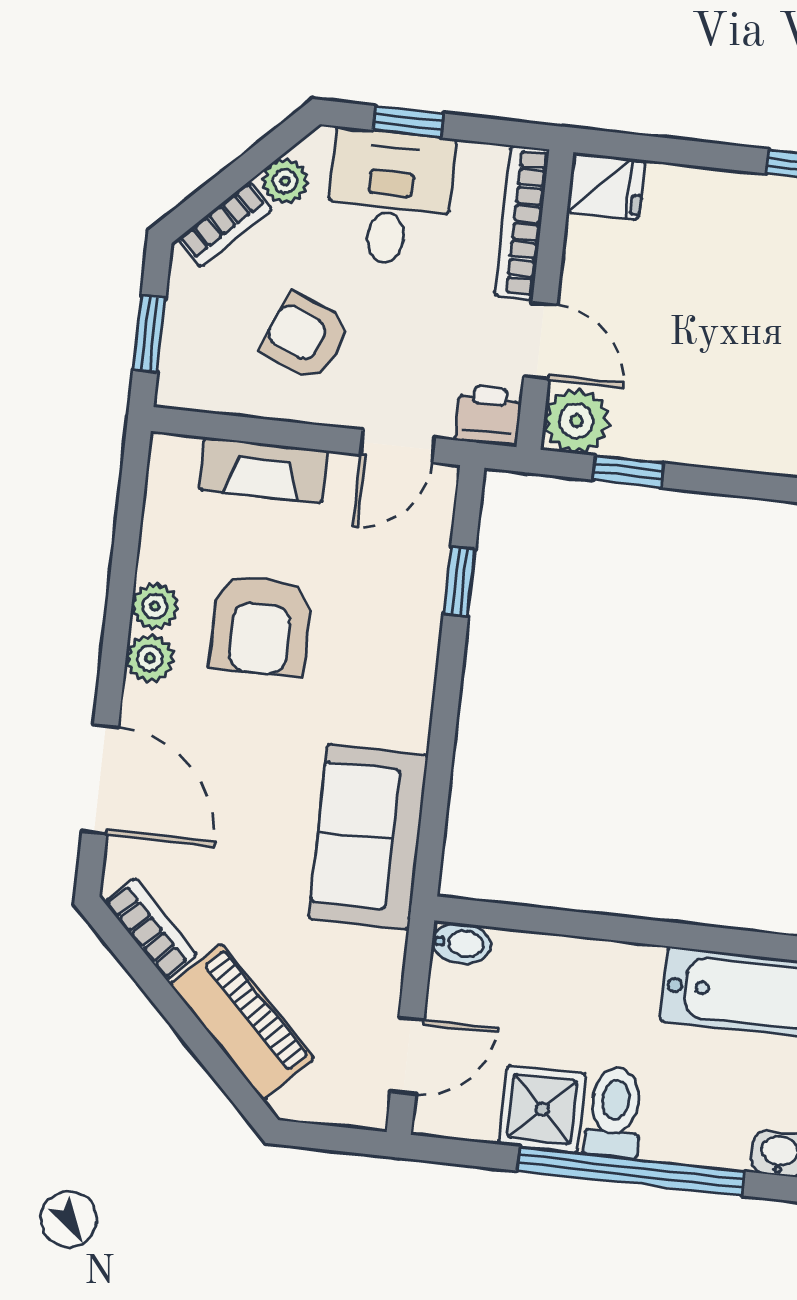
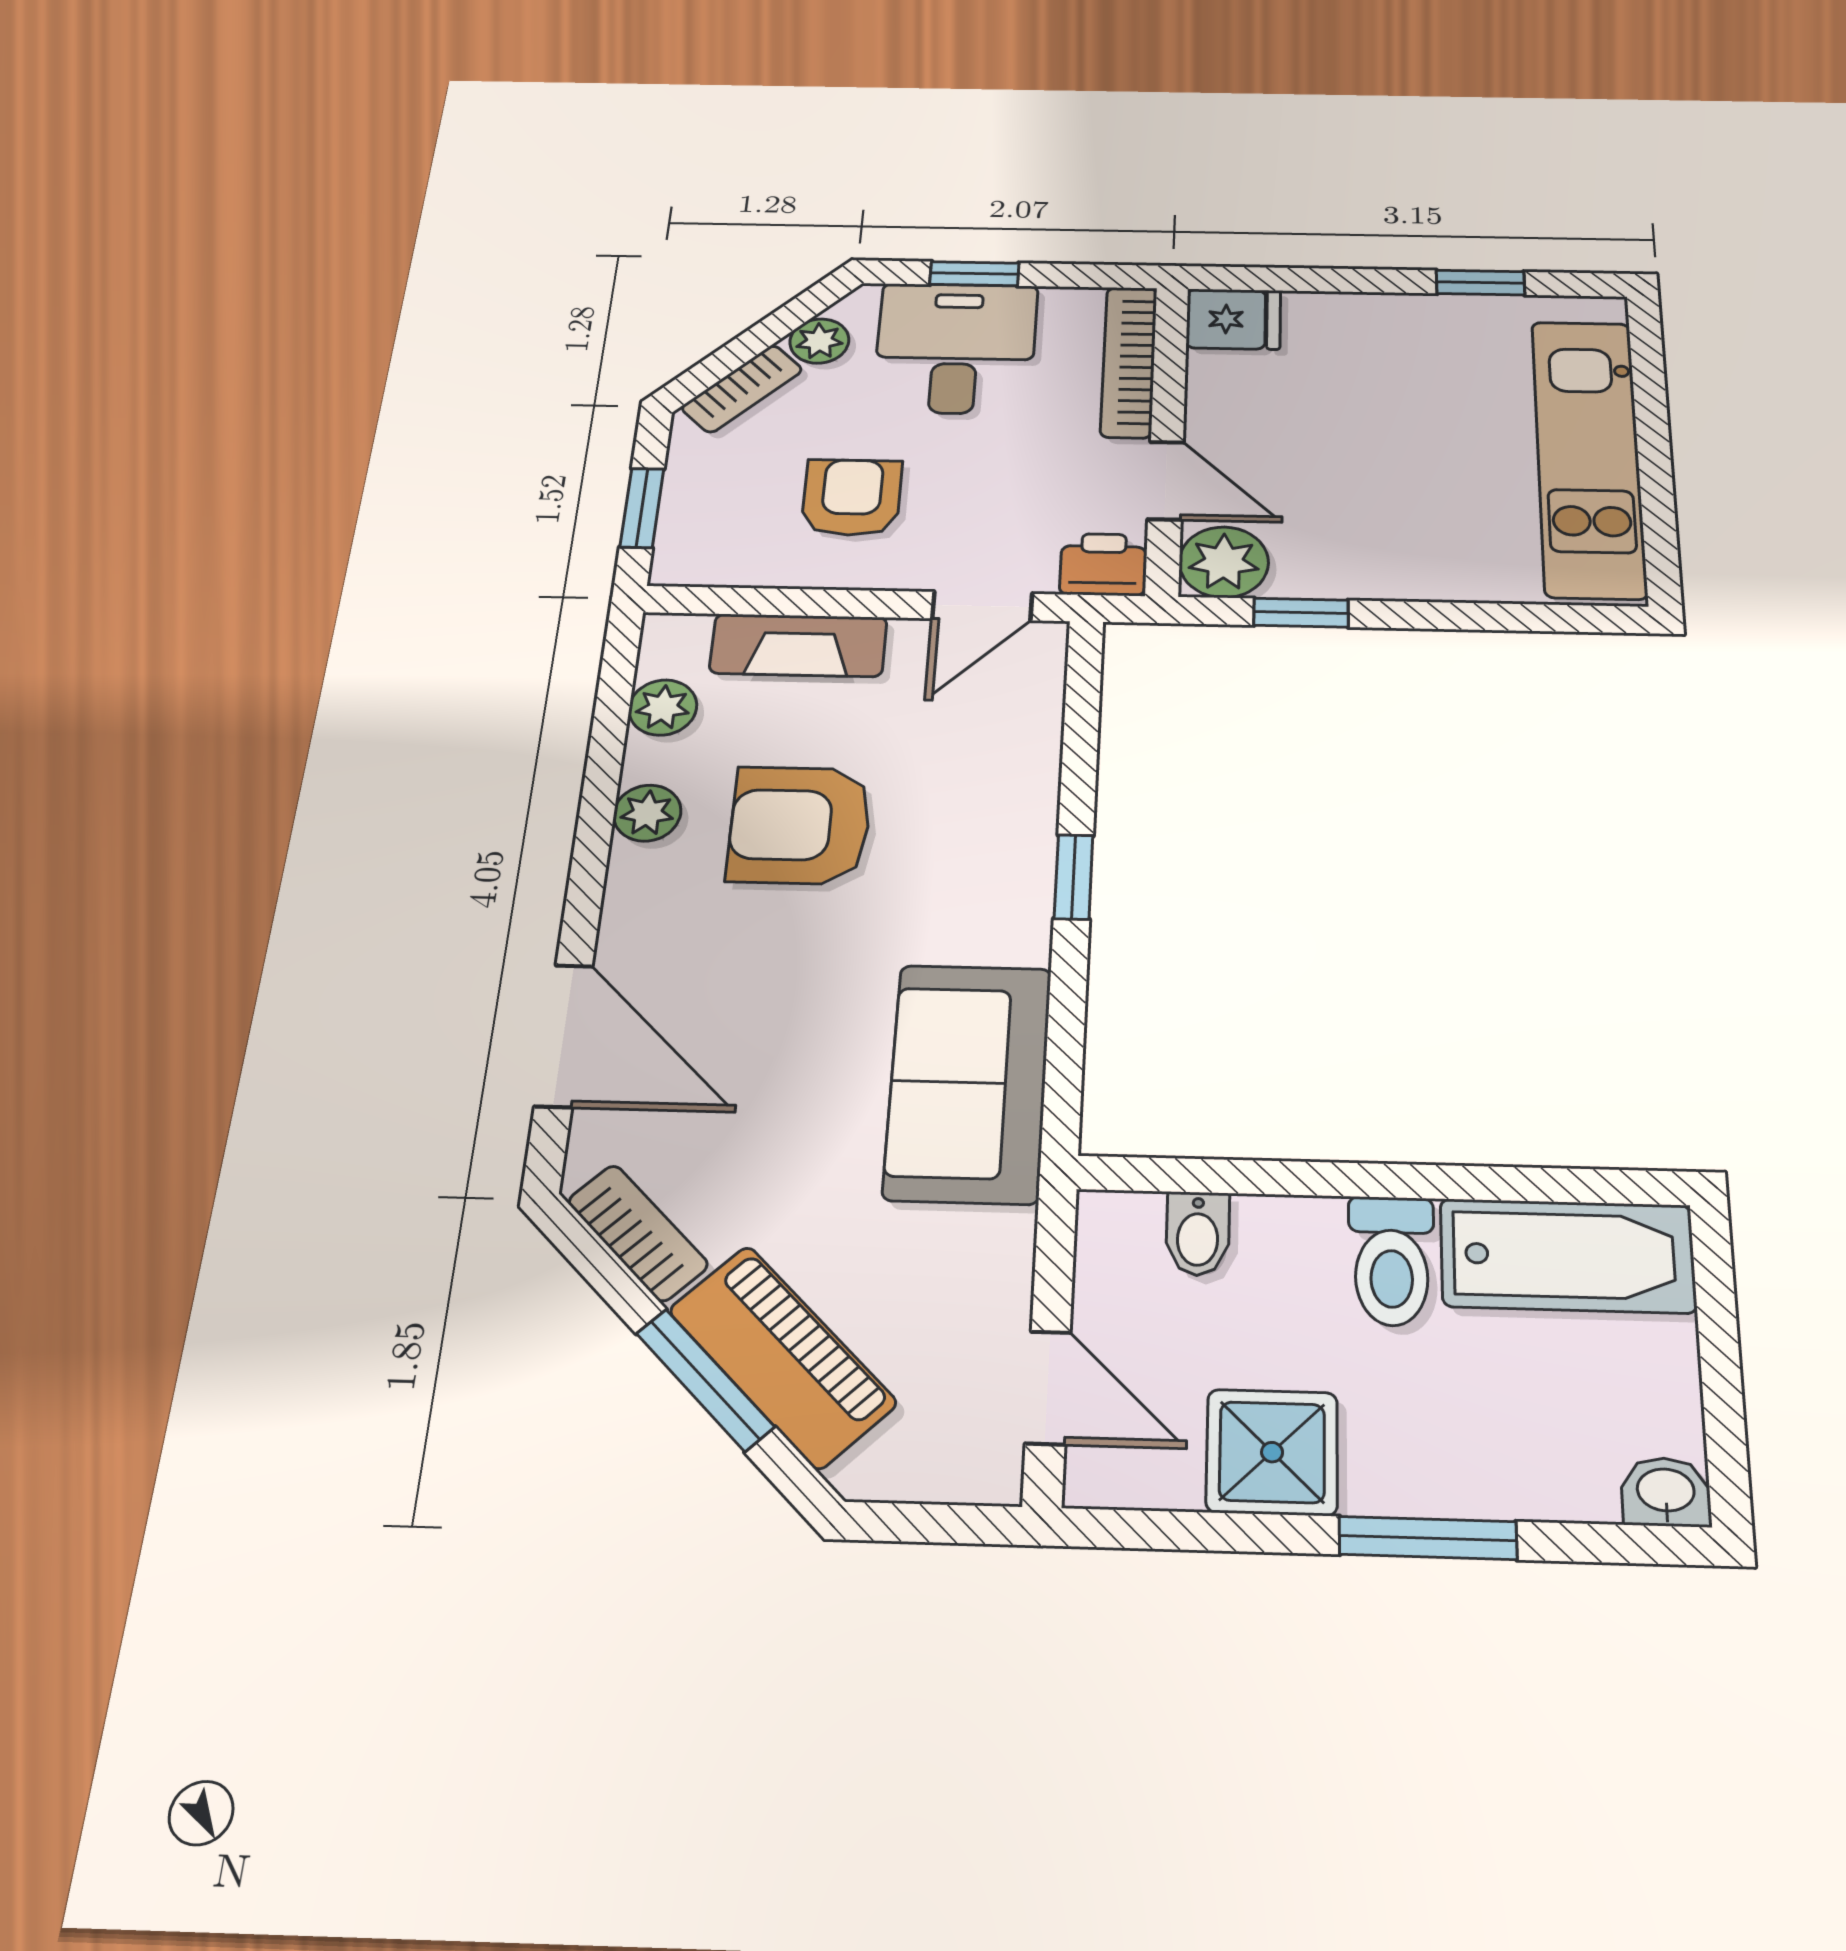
armchair: (306, 337) -> (852, 497), turned 67
window: (460, 581) -> (1074, 877), moved
armchair: (261, 625) -> (800, 825), turned 90
plant: (150, 658) -> (663, 708), moved
bidet: (461, 943) -> (1198, 1234), moved, turned 90
window: (194, 1033) -> (705, 1380), added
door: (407, 1056) -> (1048, 1388), hinge flipped
toilet: (614, 1112) -> (1391, 1261), moved, turned 180
window: (631, 1171) -> (1428, 1538), width x0.47

